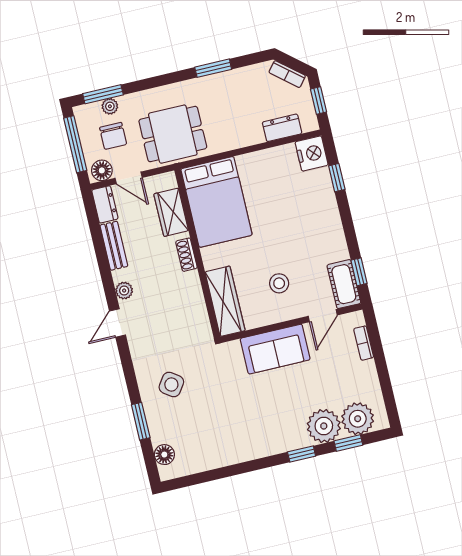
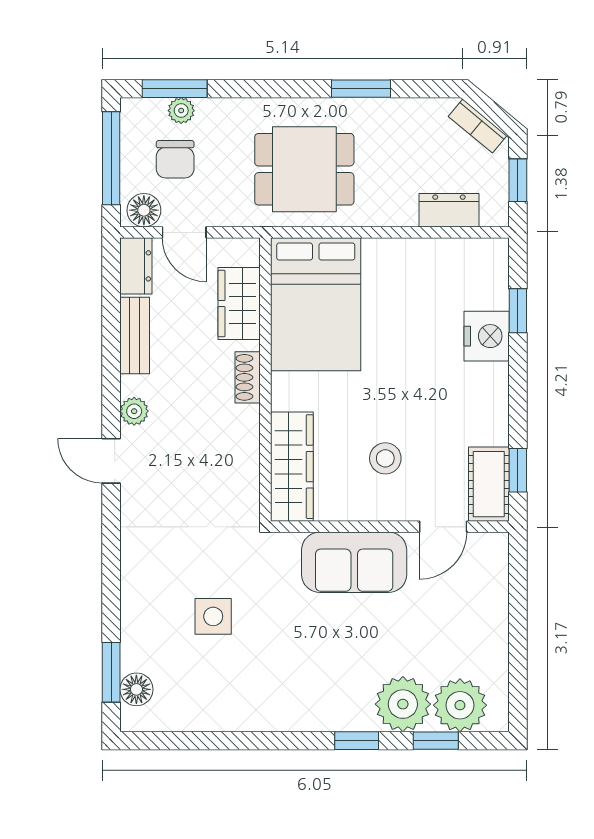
dining table: (173, 134) -> (304, 169), moved
nightstand: (312, 153) -> (487, 336), moved
door: (118, 323) -> (111, 461), hinge flipped
bookcase: (364, 343) -> (498, 586), removed
side table: (171, 384) -> (213, 616), moved, turned -35
window: (141, 421) -> (111, 672), moved

